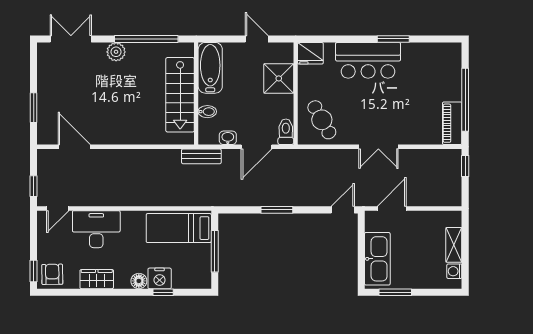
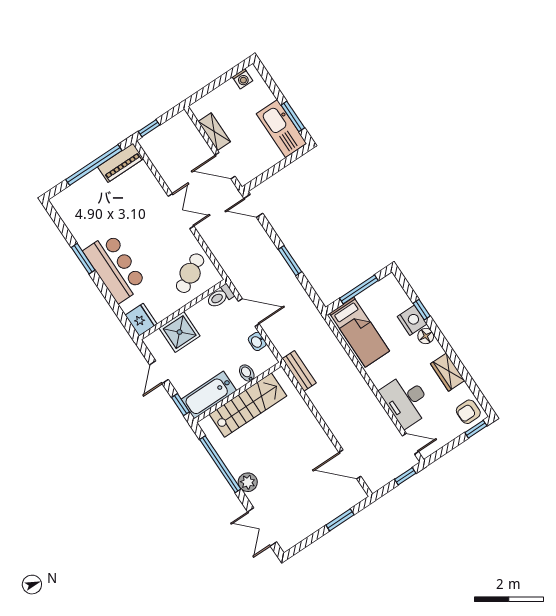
window: (218, 39) -> (181, 405), added
door: (74, 147) -> (350, 464), hinge flipped
bench: (201, 156) -> (299, 371), moved
shelving: (454, 245) -> (214, 132), moved, turned 90
kitchen sink: (377, 259) -> (281, 128), moved, turned -90

